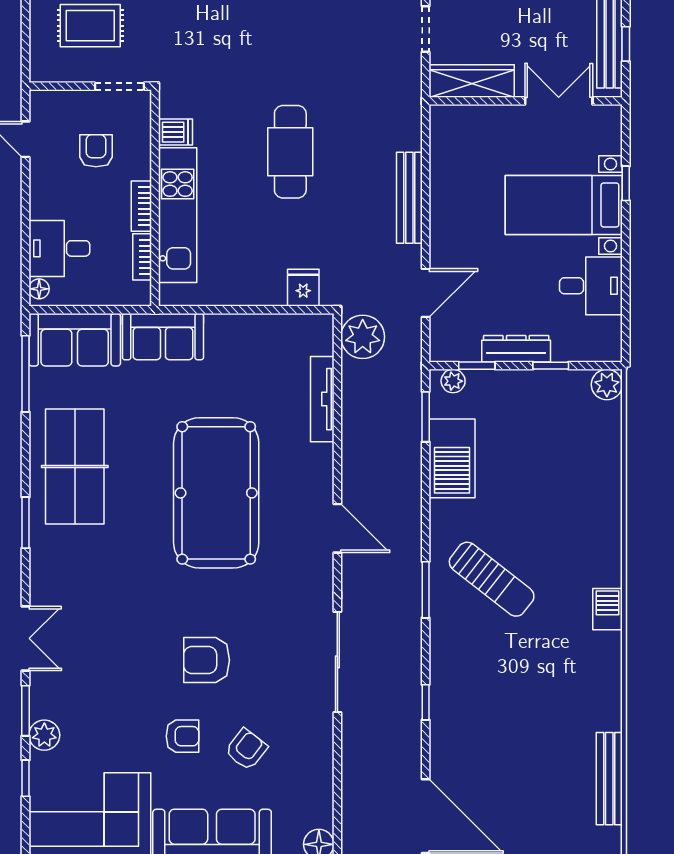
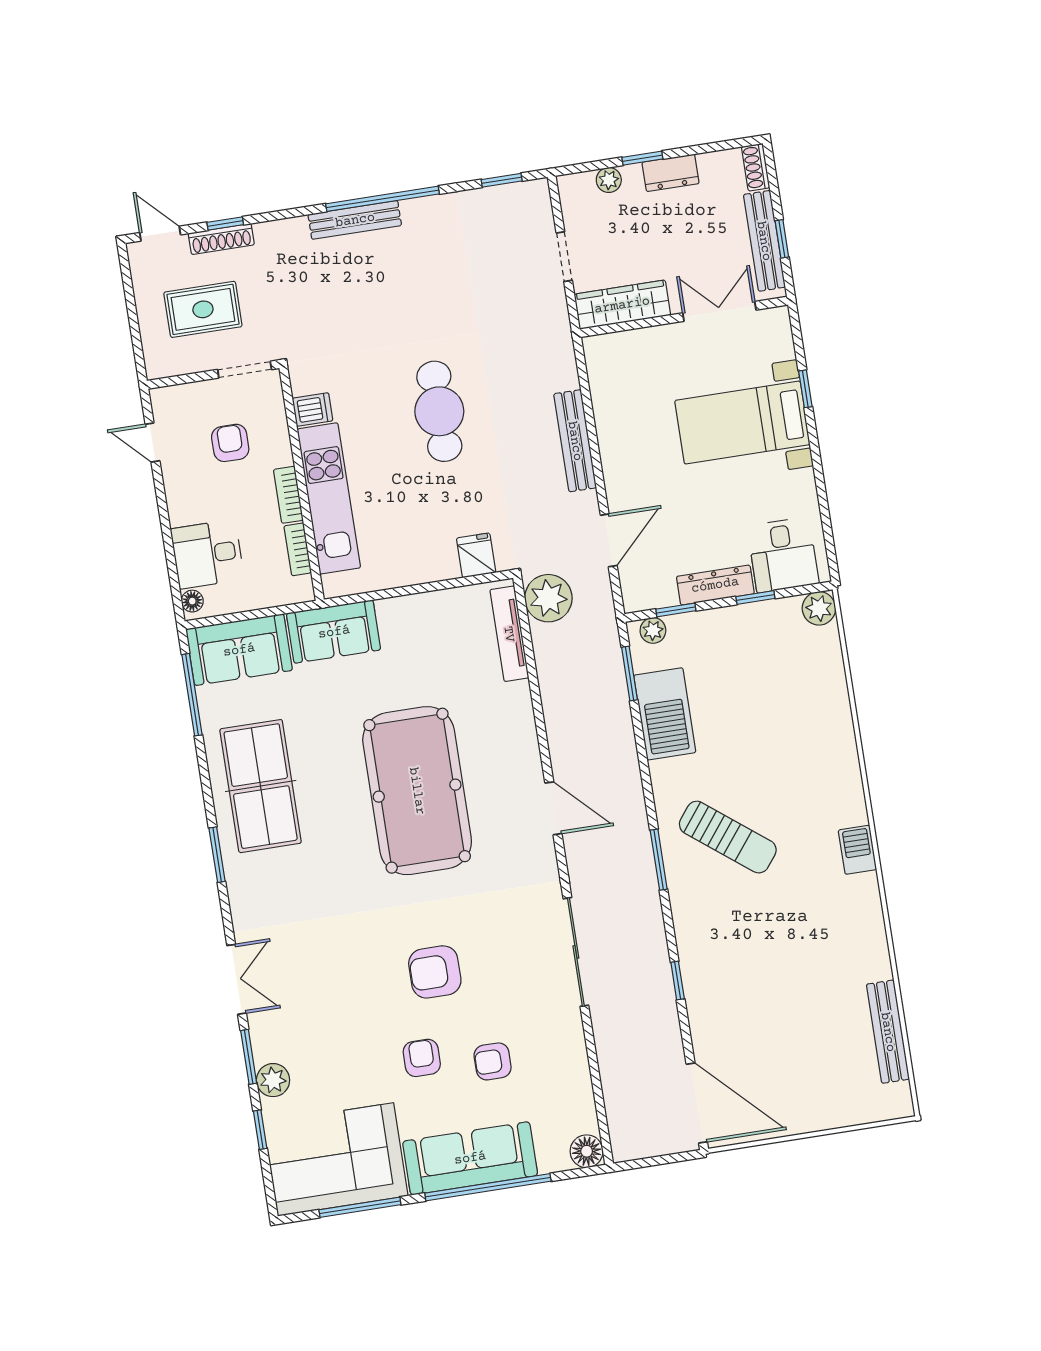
desk: (591, 286) -> (783, 555), moved, turned 90
tv unit: (322, 399) -> (509, 634), moved
armchair: (182, 736) -> (422, 1058), turned -90
armchair: (246, 749) -> (493, 1061), turned -128

